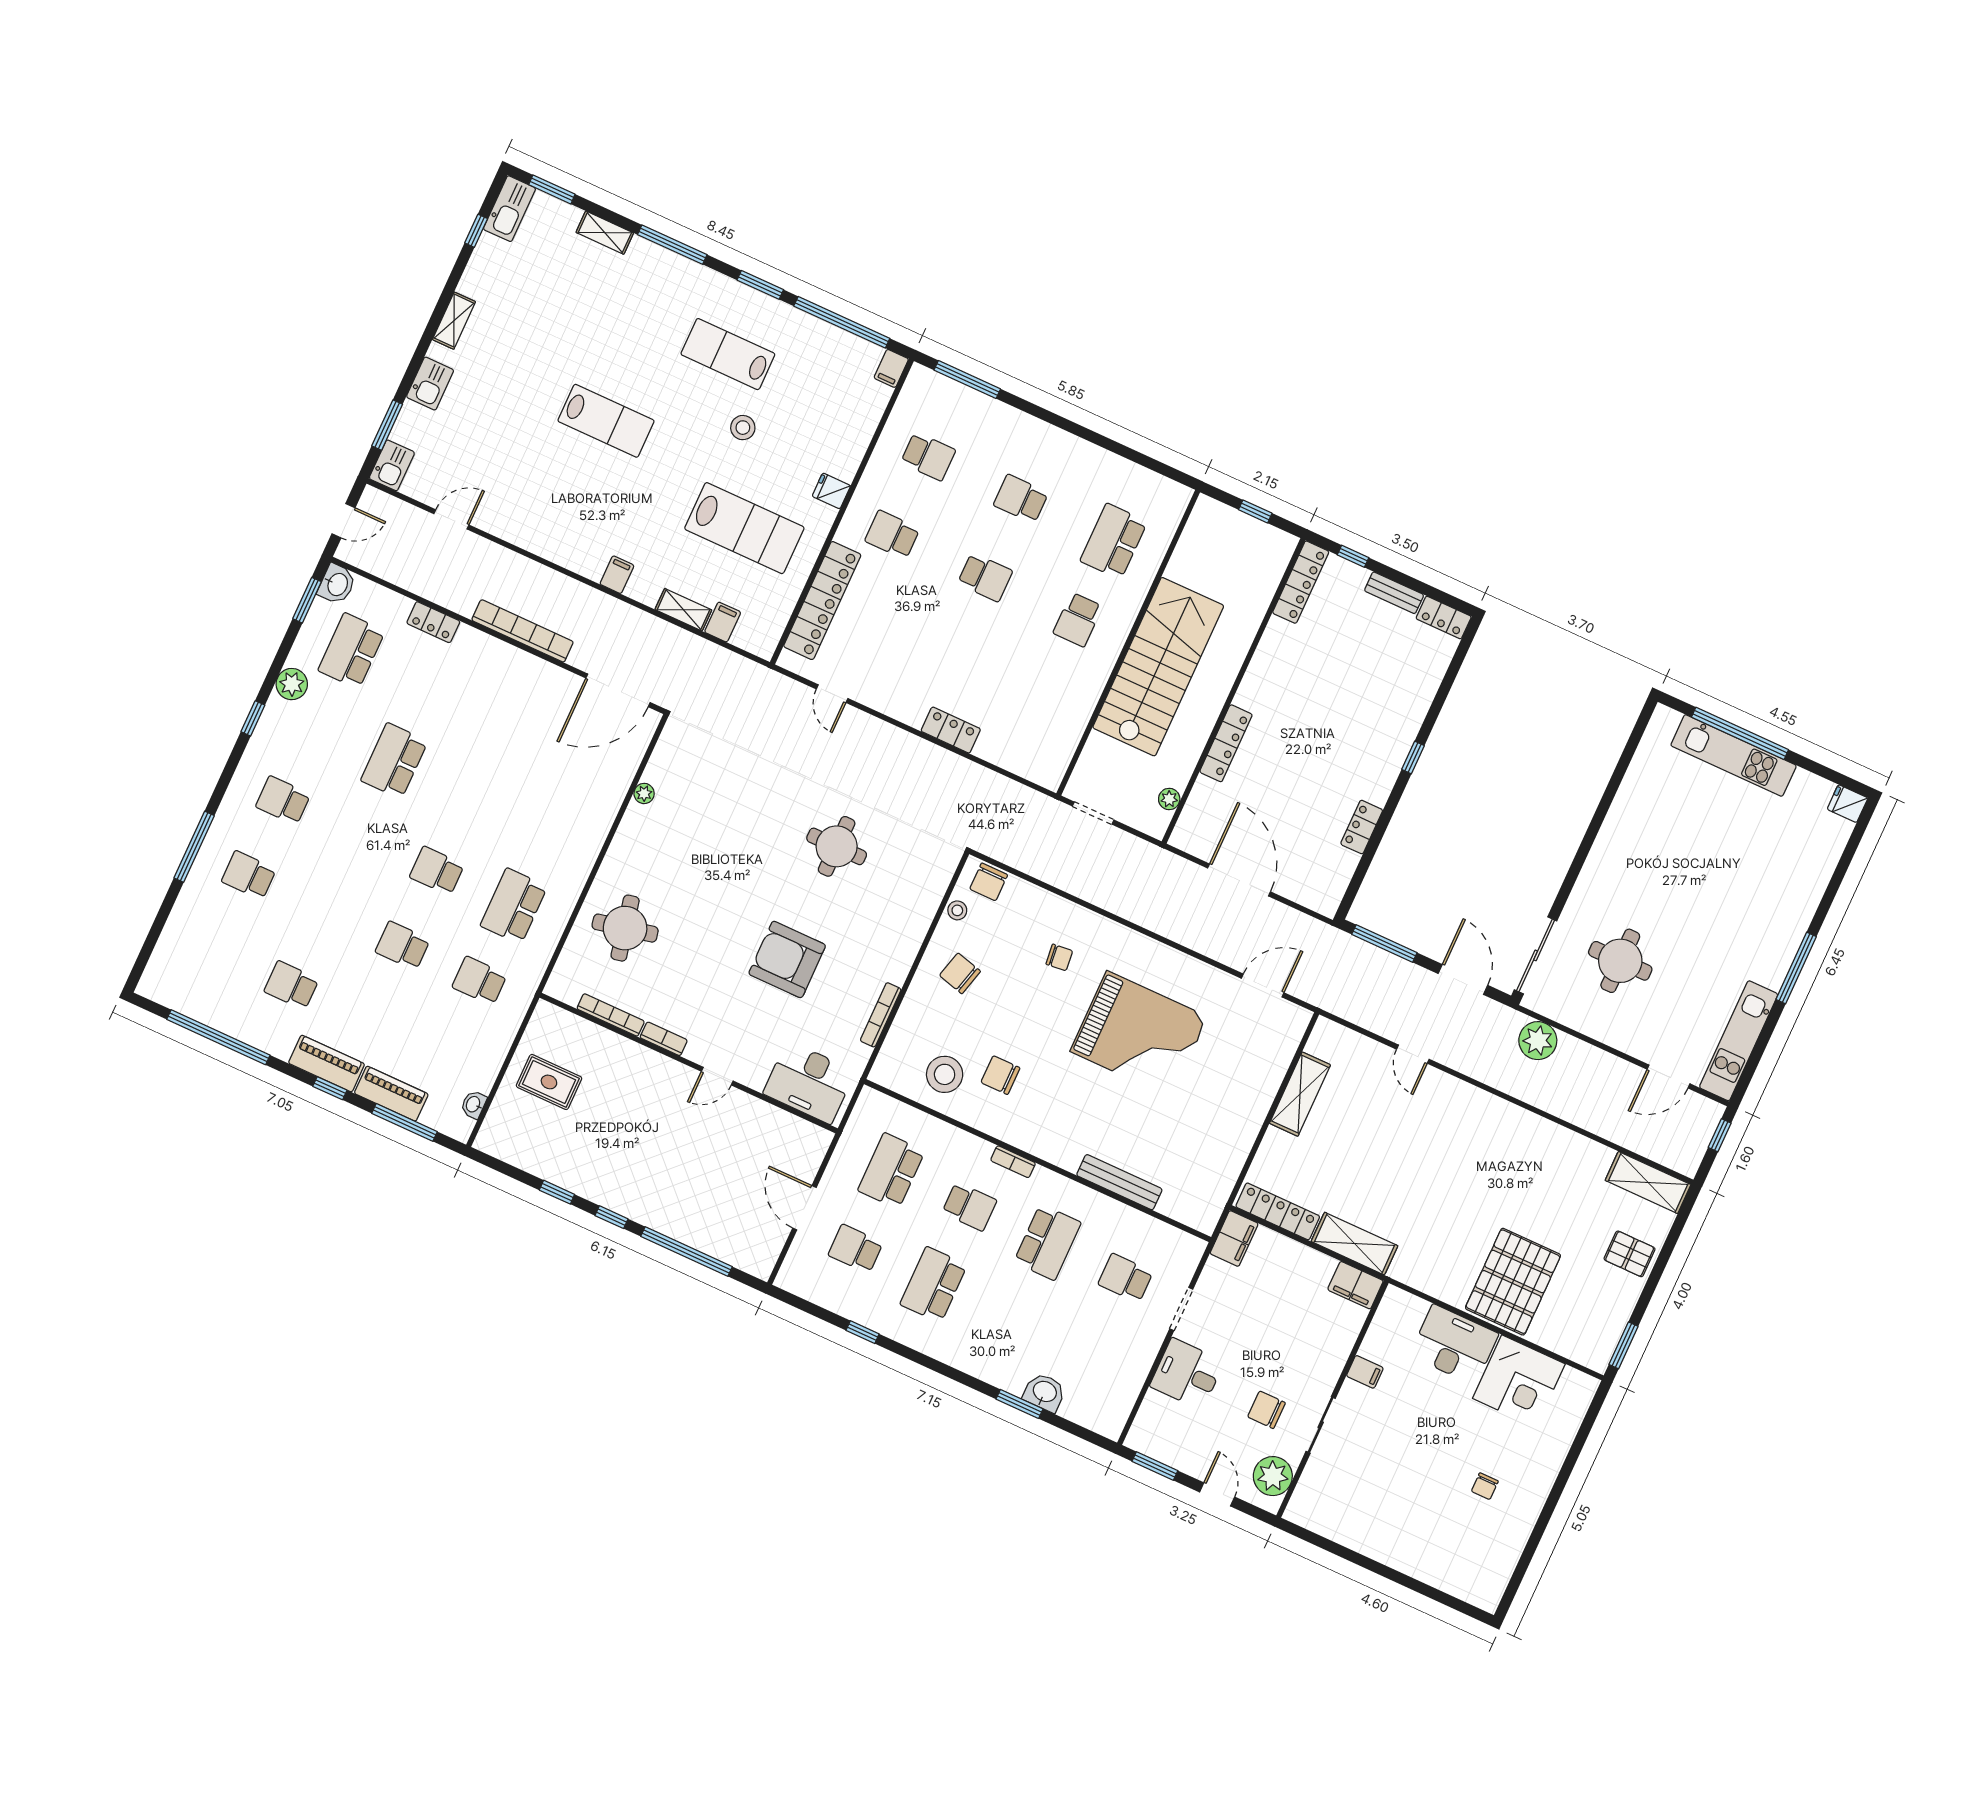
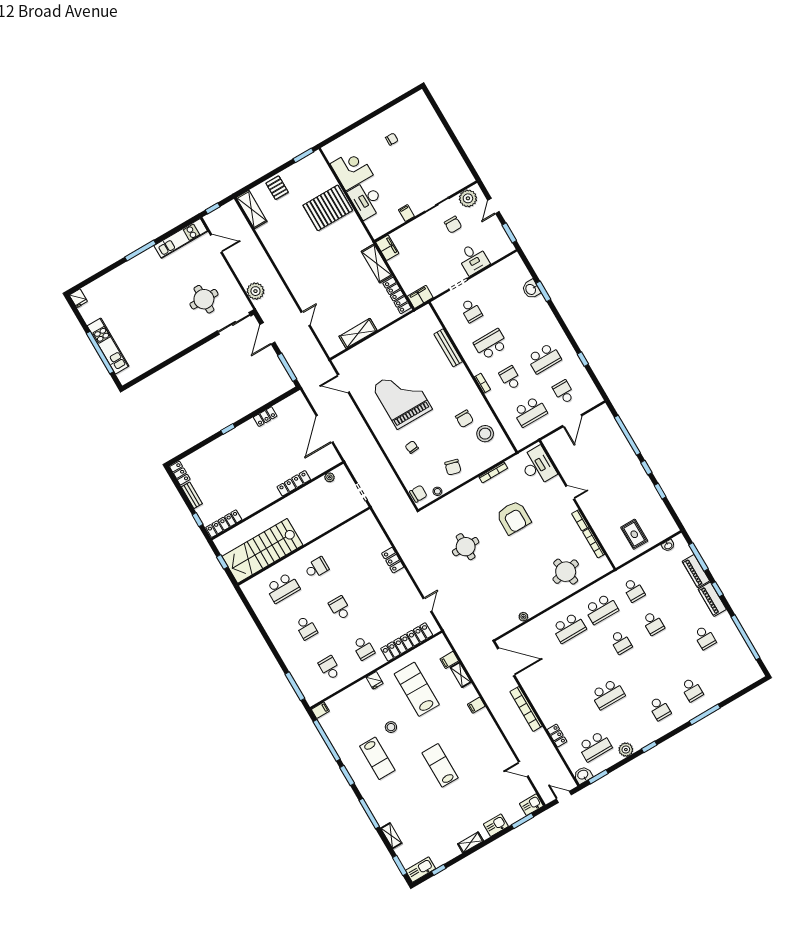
stairs: (1158, 667) -> (262, 551), moved
school desk: (548, 831) -> (569, 628), added
school desk: (856, 1249) -> (564, 392), turned 180

